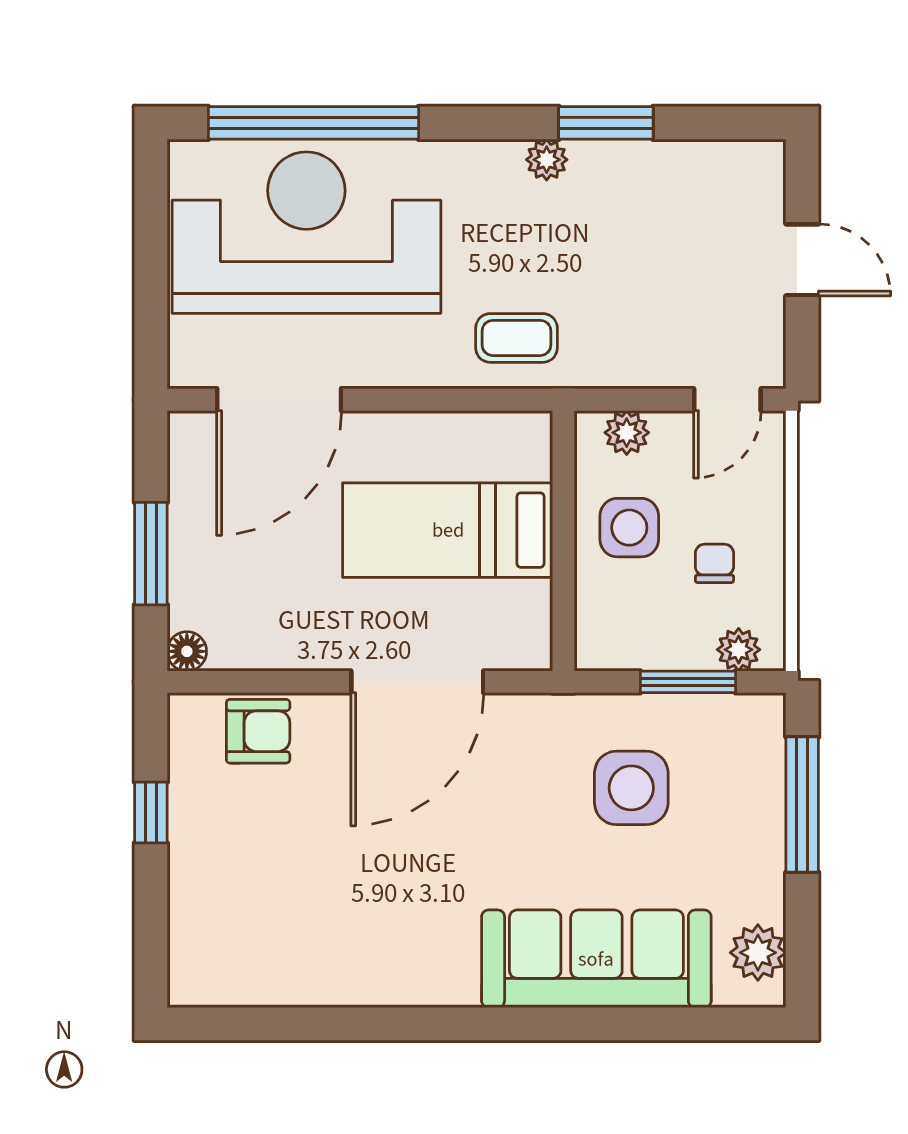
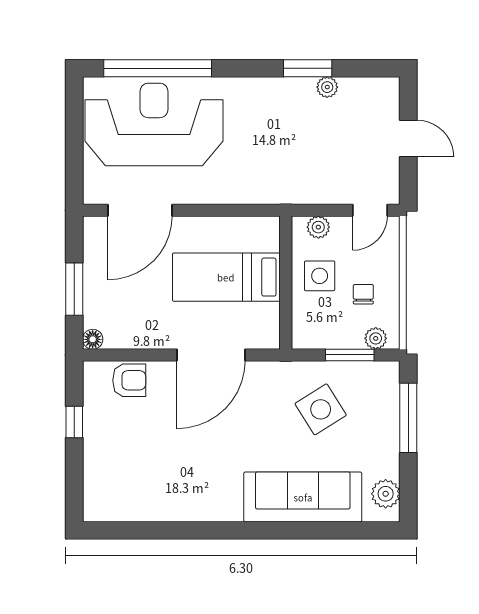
plant: (547, 160) -> (327, 87), moved
coffee table: (517, 338) -> (262, 179), removed
side table: (631, 788) -> (321, 409), turned -32

